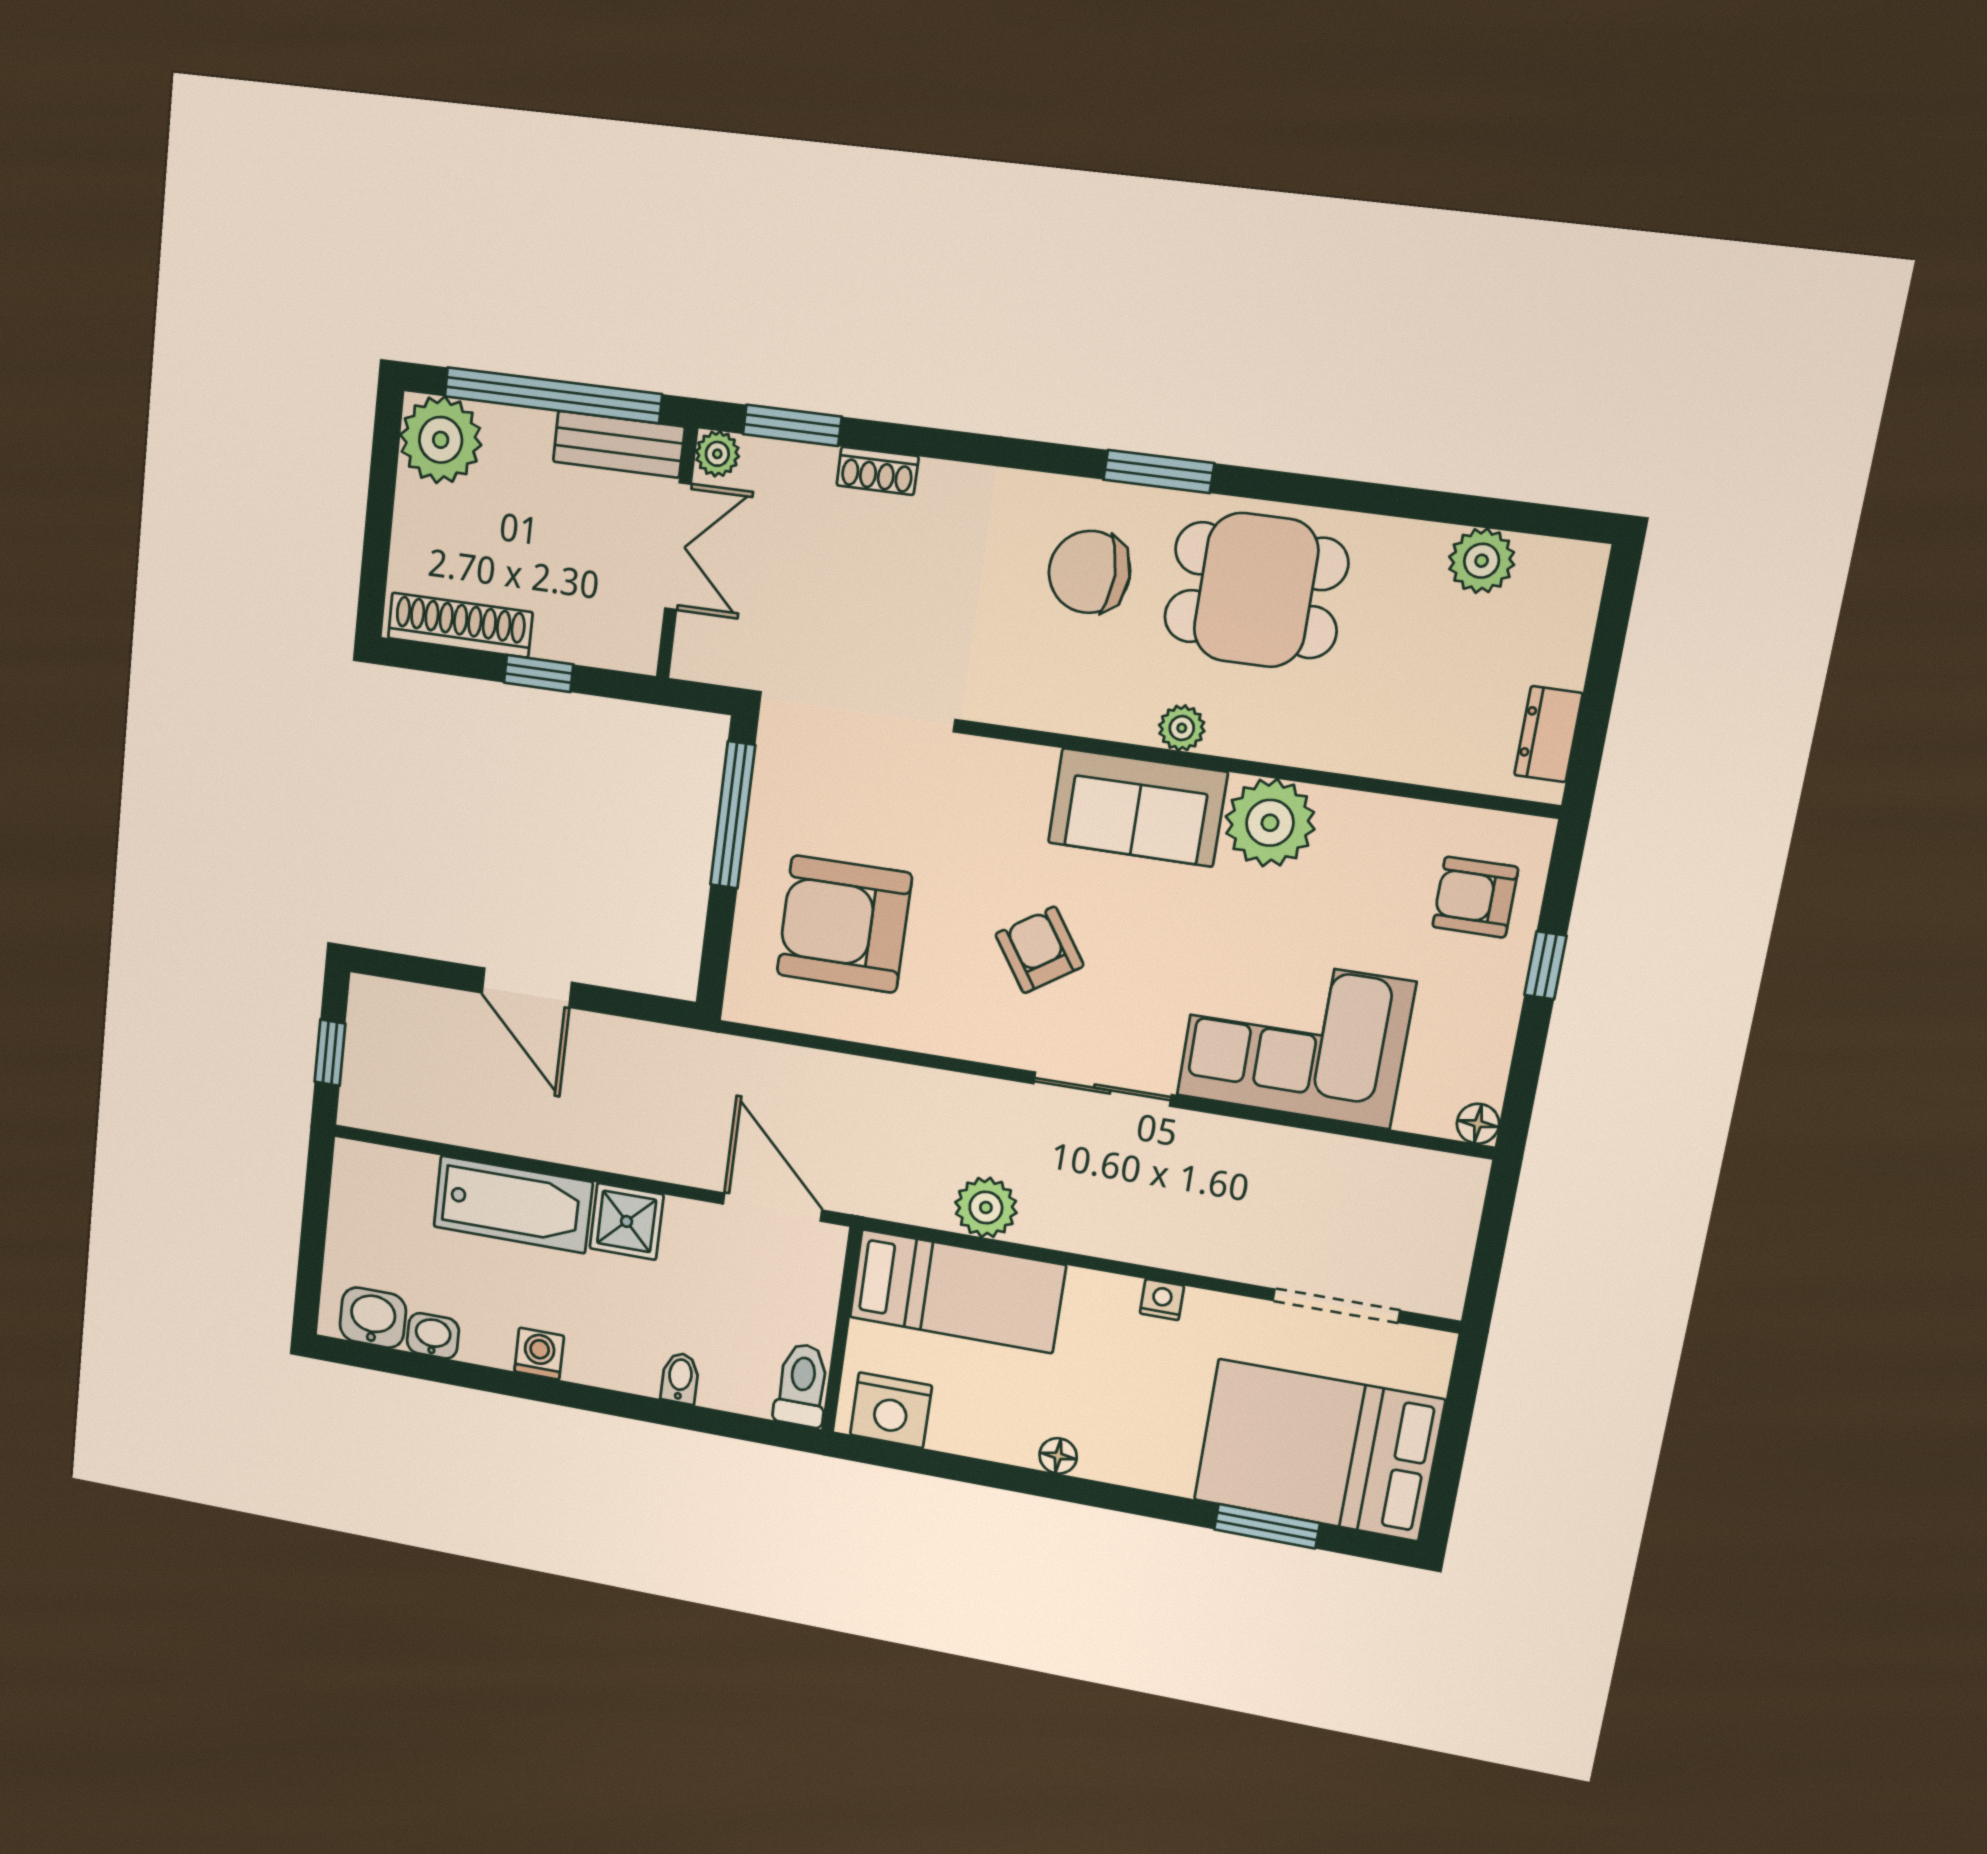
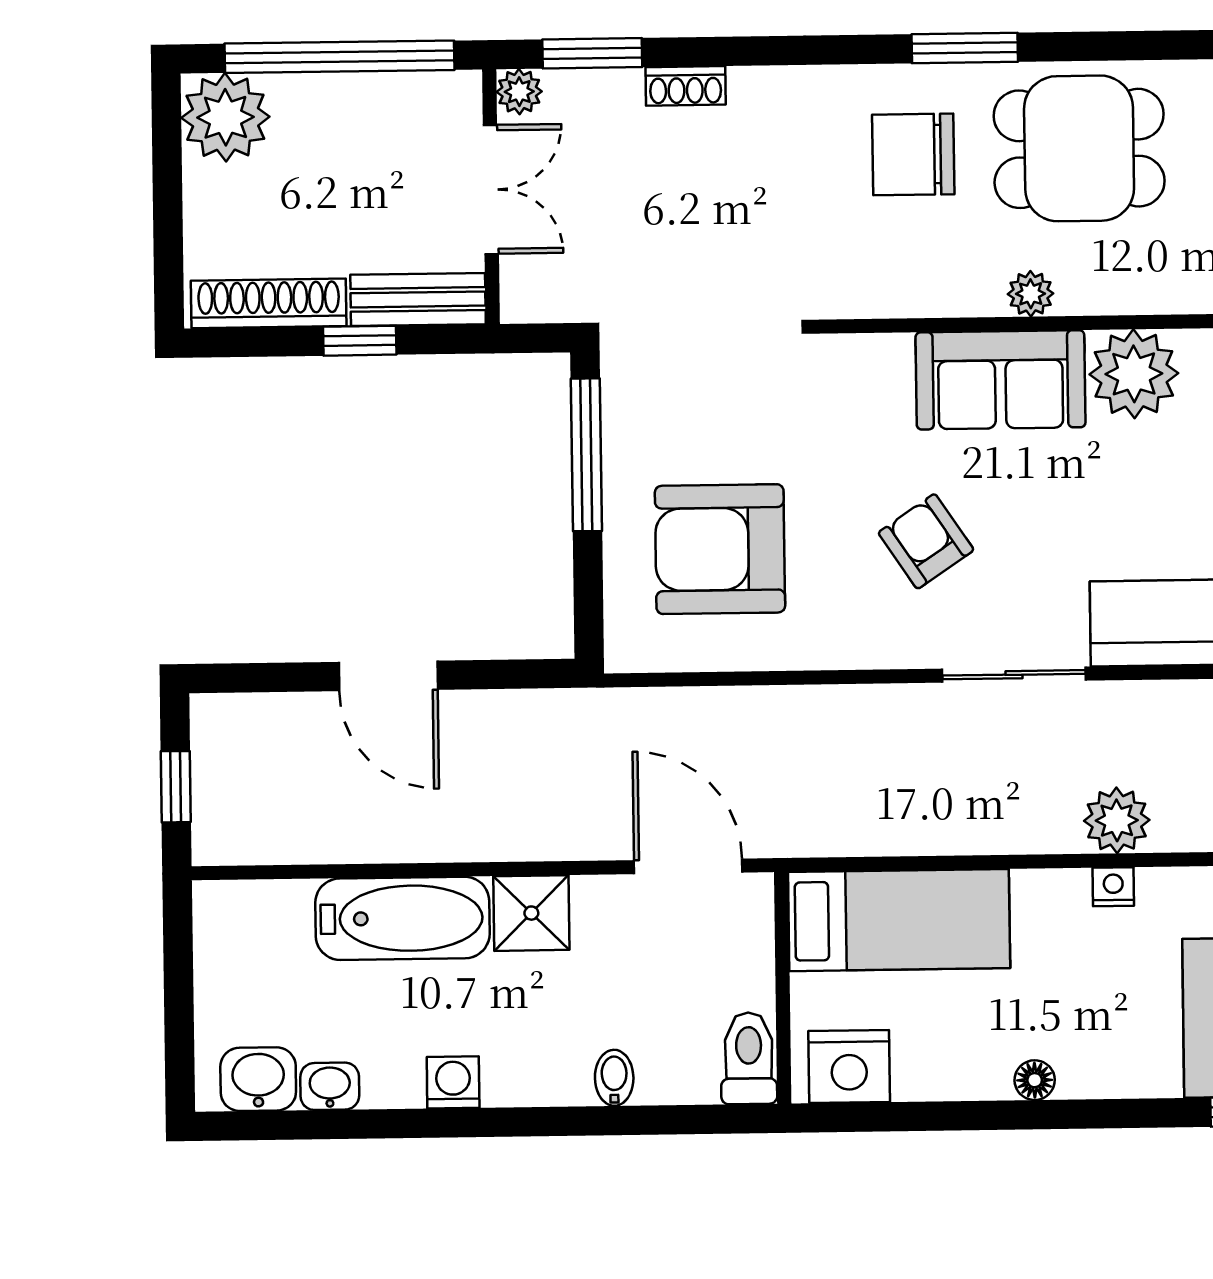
bench: (619, 444) -> (418, 299), moved
plant: (986, 1207) -> (1117, 820), moved

